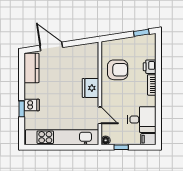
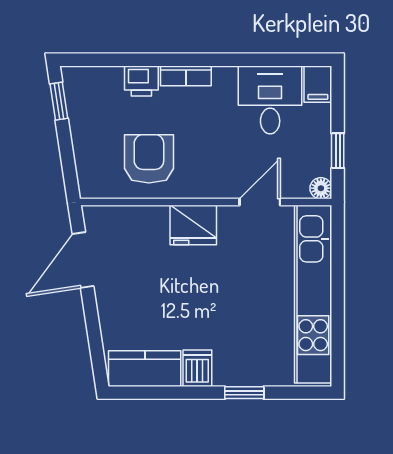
door: (51, 46) -> (83, 260), moved
dishwasher: (32, 105) -> (197, 368), moved

